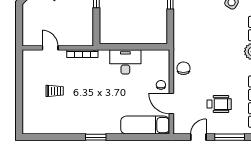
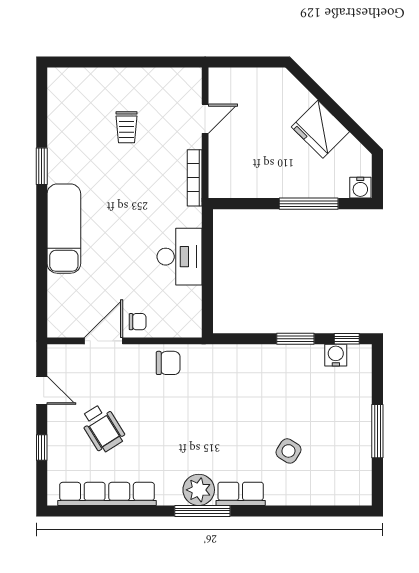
wheelchair: (219, 104) -> (102, 428), turned -32
exam couch: (145, 125) -> (64, 229), moved
window: (96, 137) -> (42, 166), moved
window: (230, 137) -> (42, 447), width x0.46

